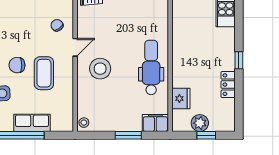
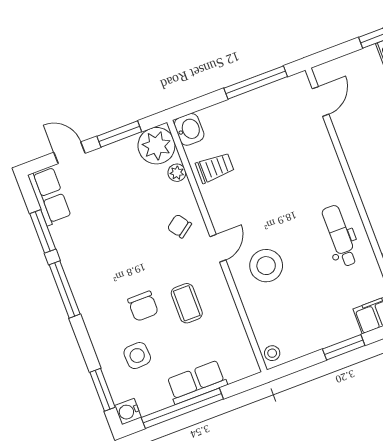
chair: (17, 65) -> (143, 306), turned -90
dental chair: (151, 67) -> (340, 236), width x0.73, depth x0.72
coffee table: (44, 73) -> (187, 303), width x0.73, depth x0.77

